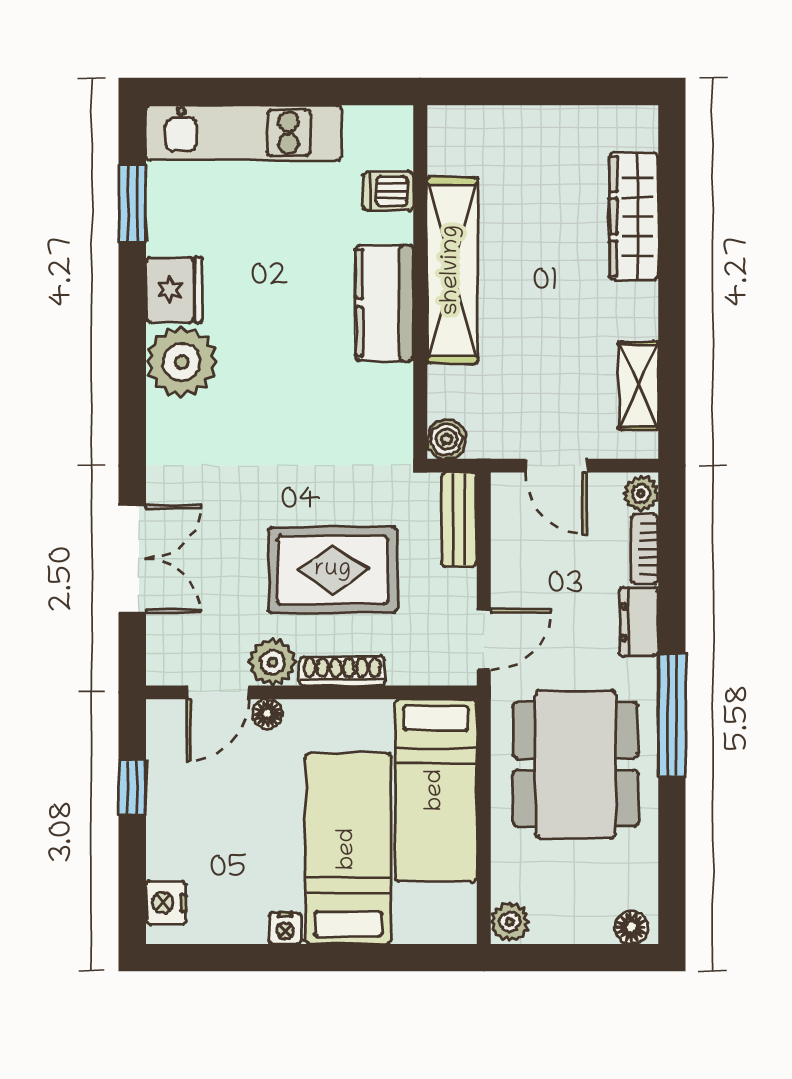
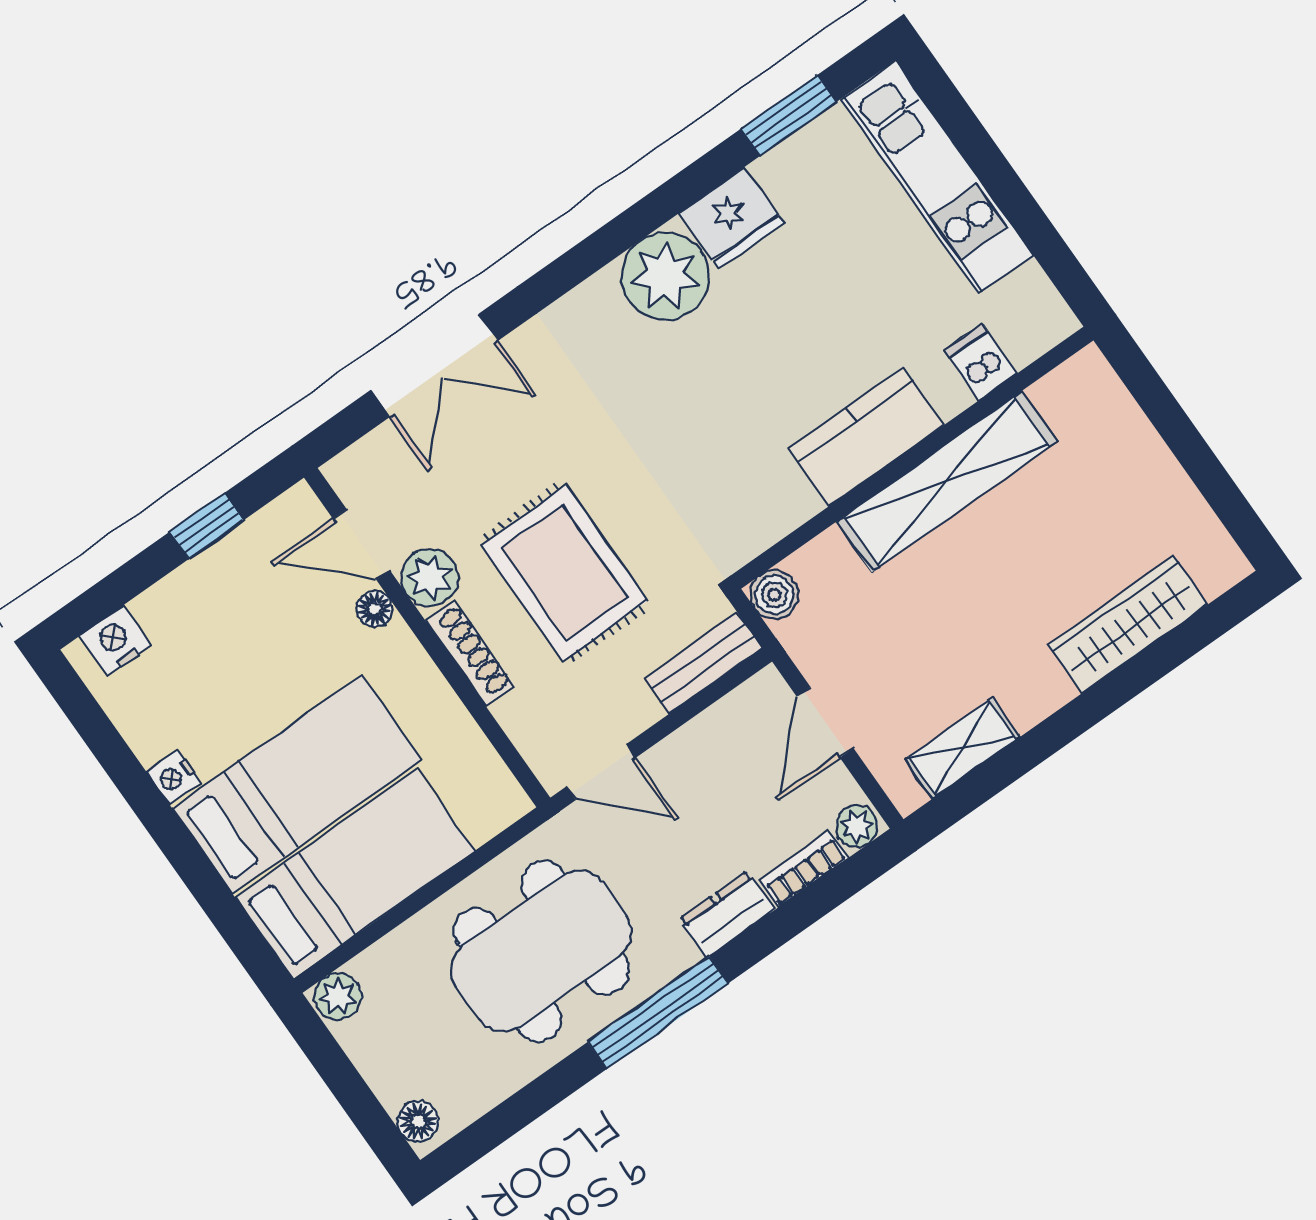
bed: (436, 790) -> (355, 874), moved, turned 180

